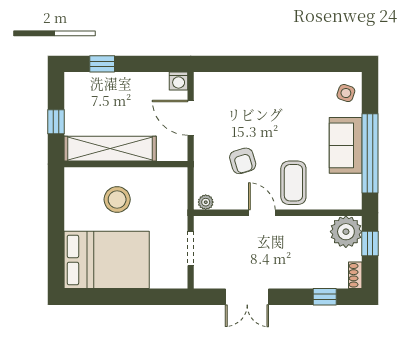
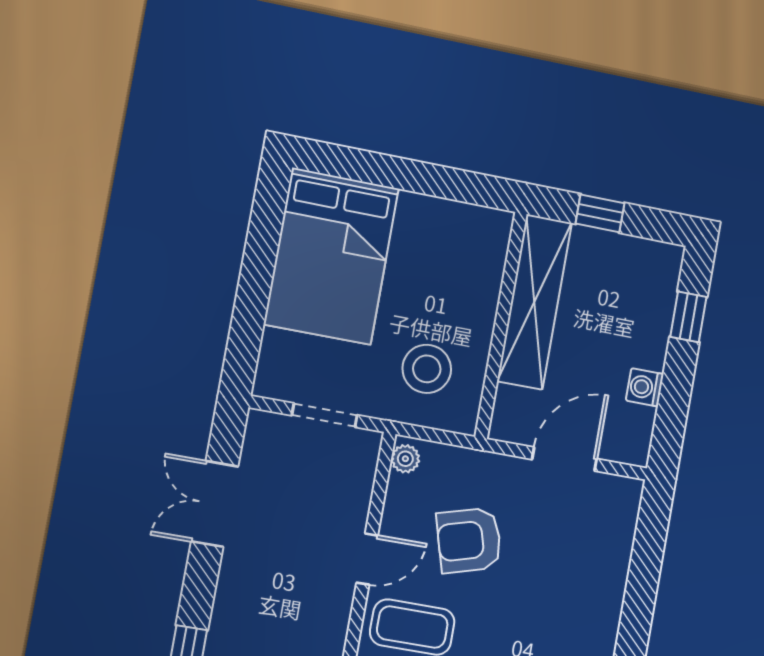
washing machine: (179, 81) -> (645, 387), moved
armchair: (243, 161) -> (469, 540), width x1.38, depth x1.38
stool: (117, 199) -> (427, 369), moved

